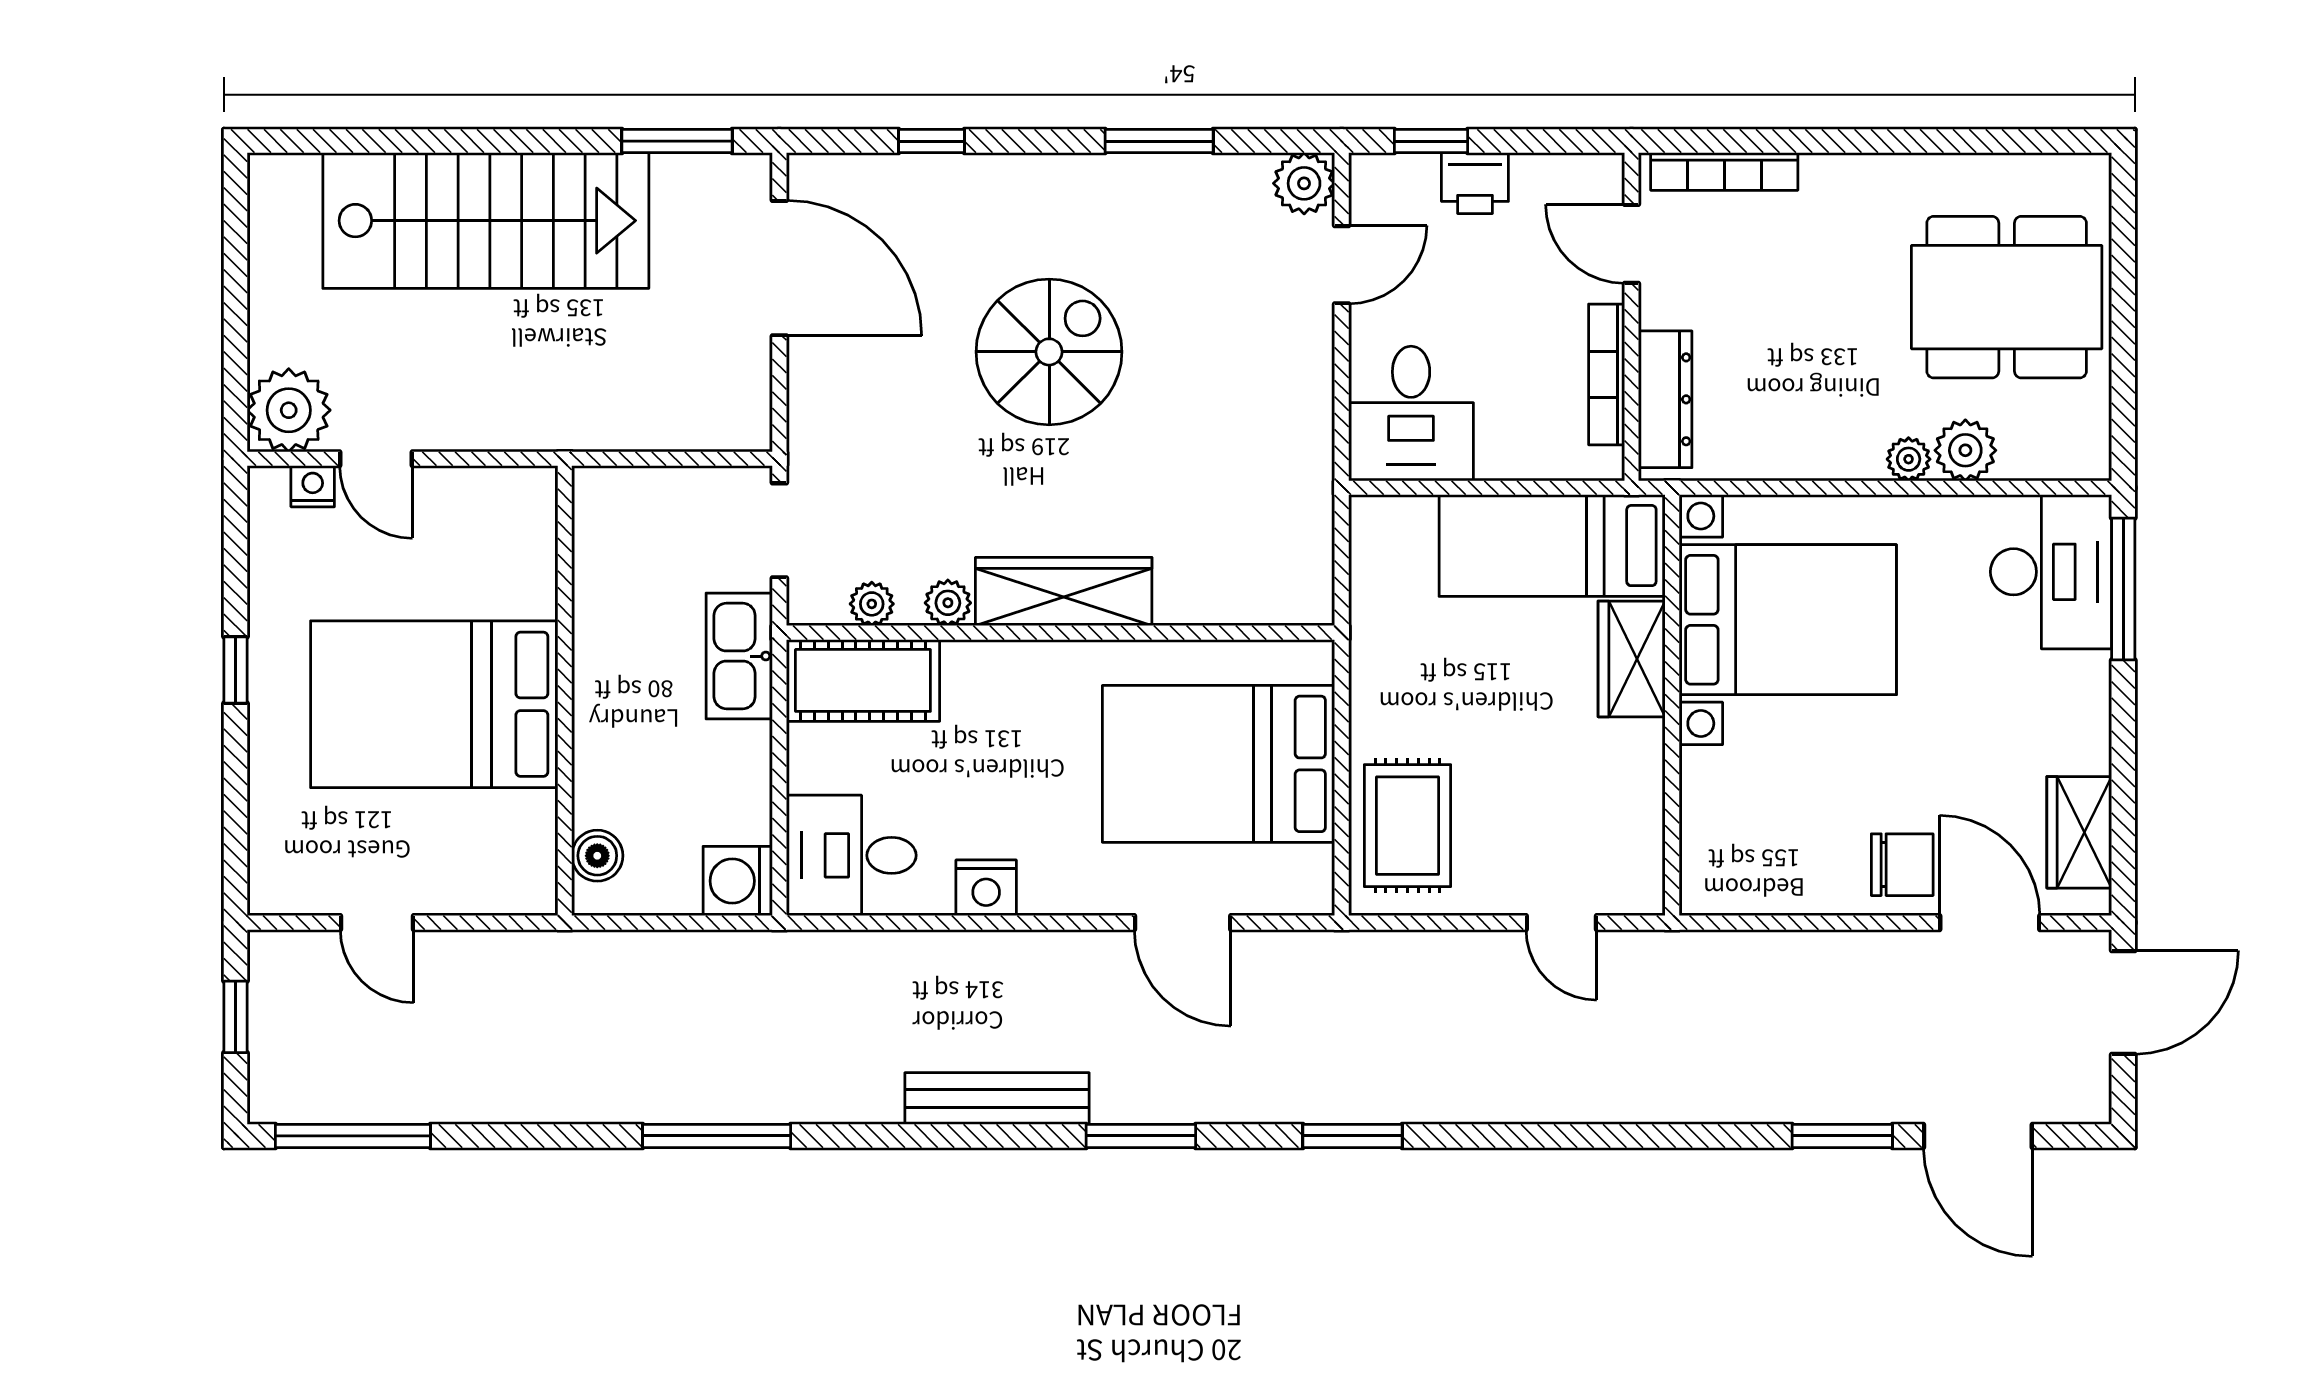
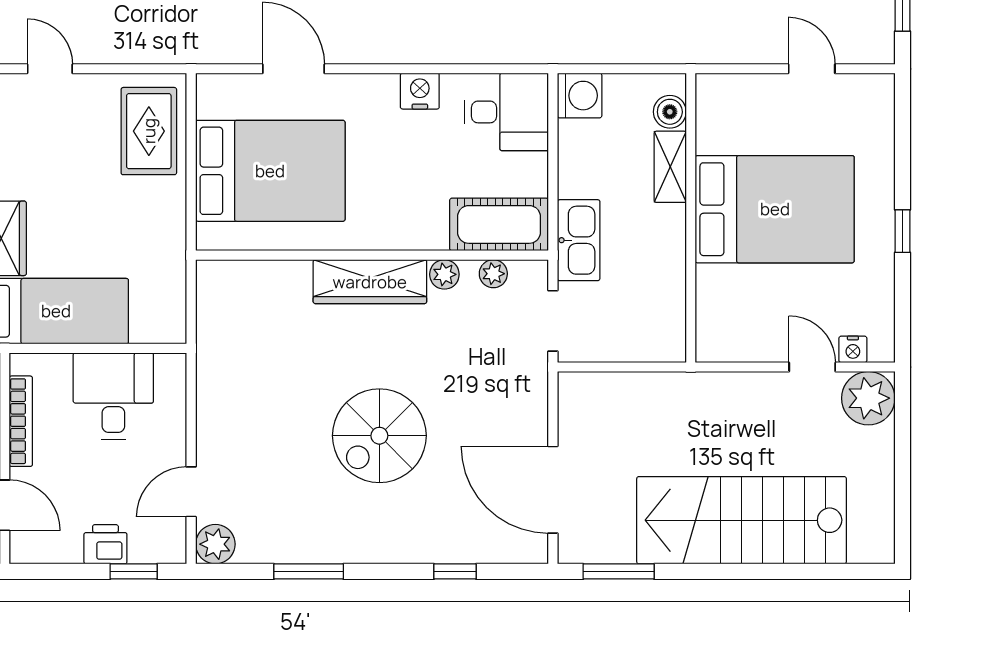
desk: (1411, 413) -> (113, 396), moved
shelving: (597, 770) -> (670, 167), added

